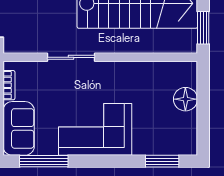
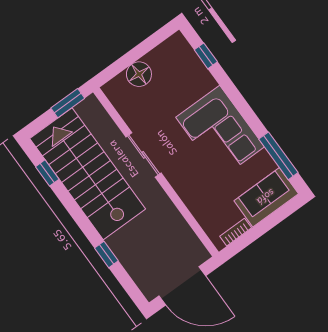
sliding door: (71, 57) -> (144, 155), moved
window: (162, 161) -> (206, 56), width x0.67

